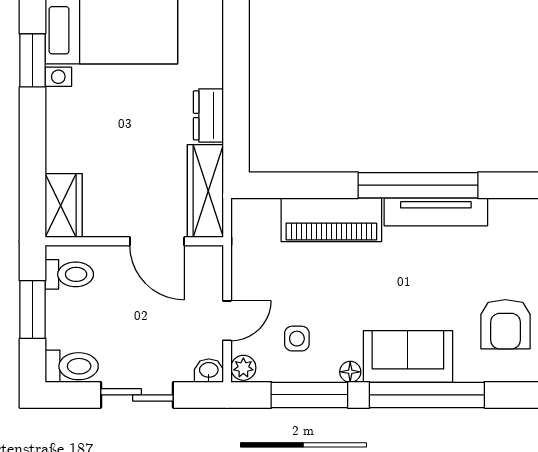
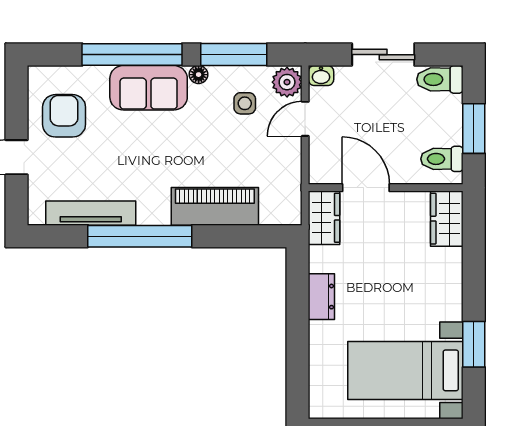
wardrobe: (205, 191) -> (324, 218), width x0.67
tv unit: (436, 212) -> (91, 213), moved
plant: (243, 368) -> (287, 82), width x1.38, depth x1.38

